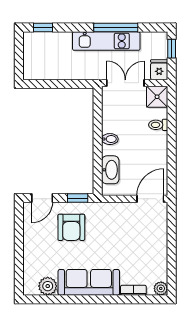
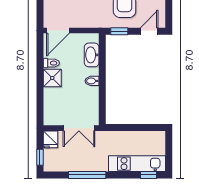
kitchen unit: (106, 41) -> (137, 164), moved
shower: (157, 97) -> (52, 78), moved
toilet: (158, 125) -> (51, 63), moved

